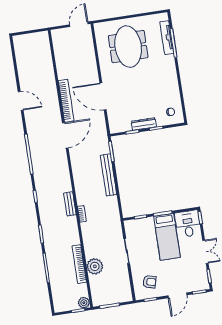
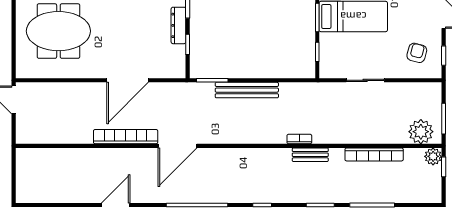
door: (65, 135) -> (178, 146), swing flipped
bench: (70, 204) -> (310, 155), moved
plant: (95, 266) -> (421, 132), moved

